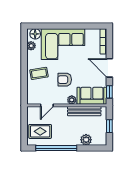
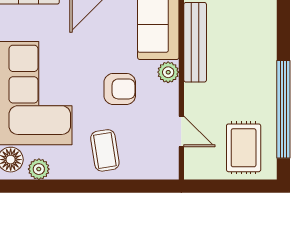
armchair: (65, 80) -> (120, 89), turned -90
plant: (86, 140) -> (264, 38), removed

